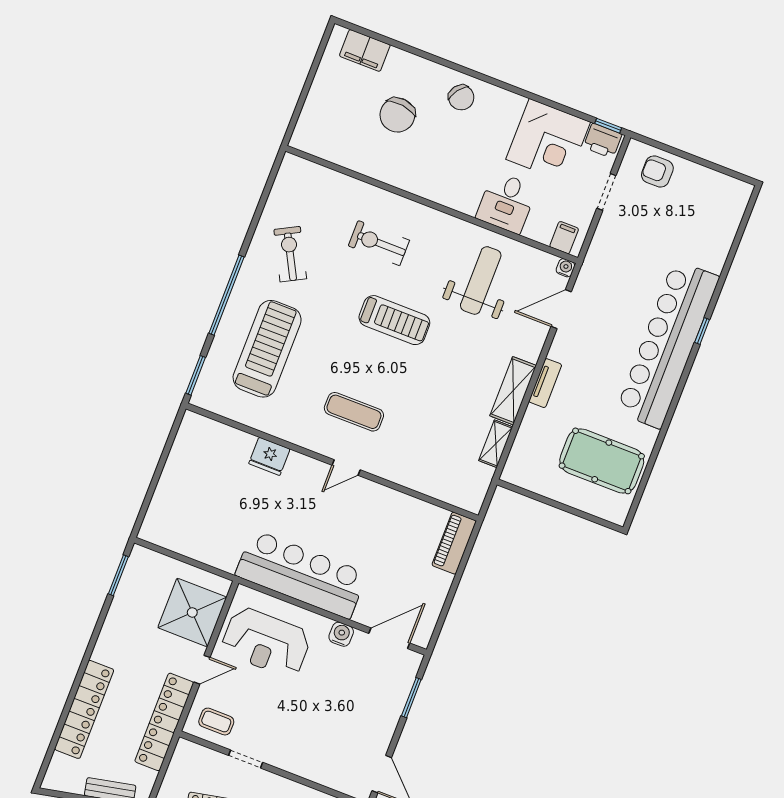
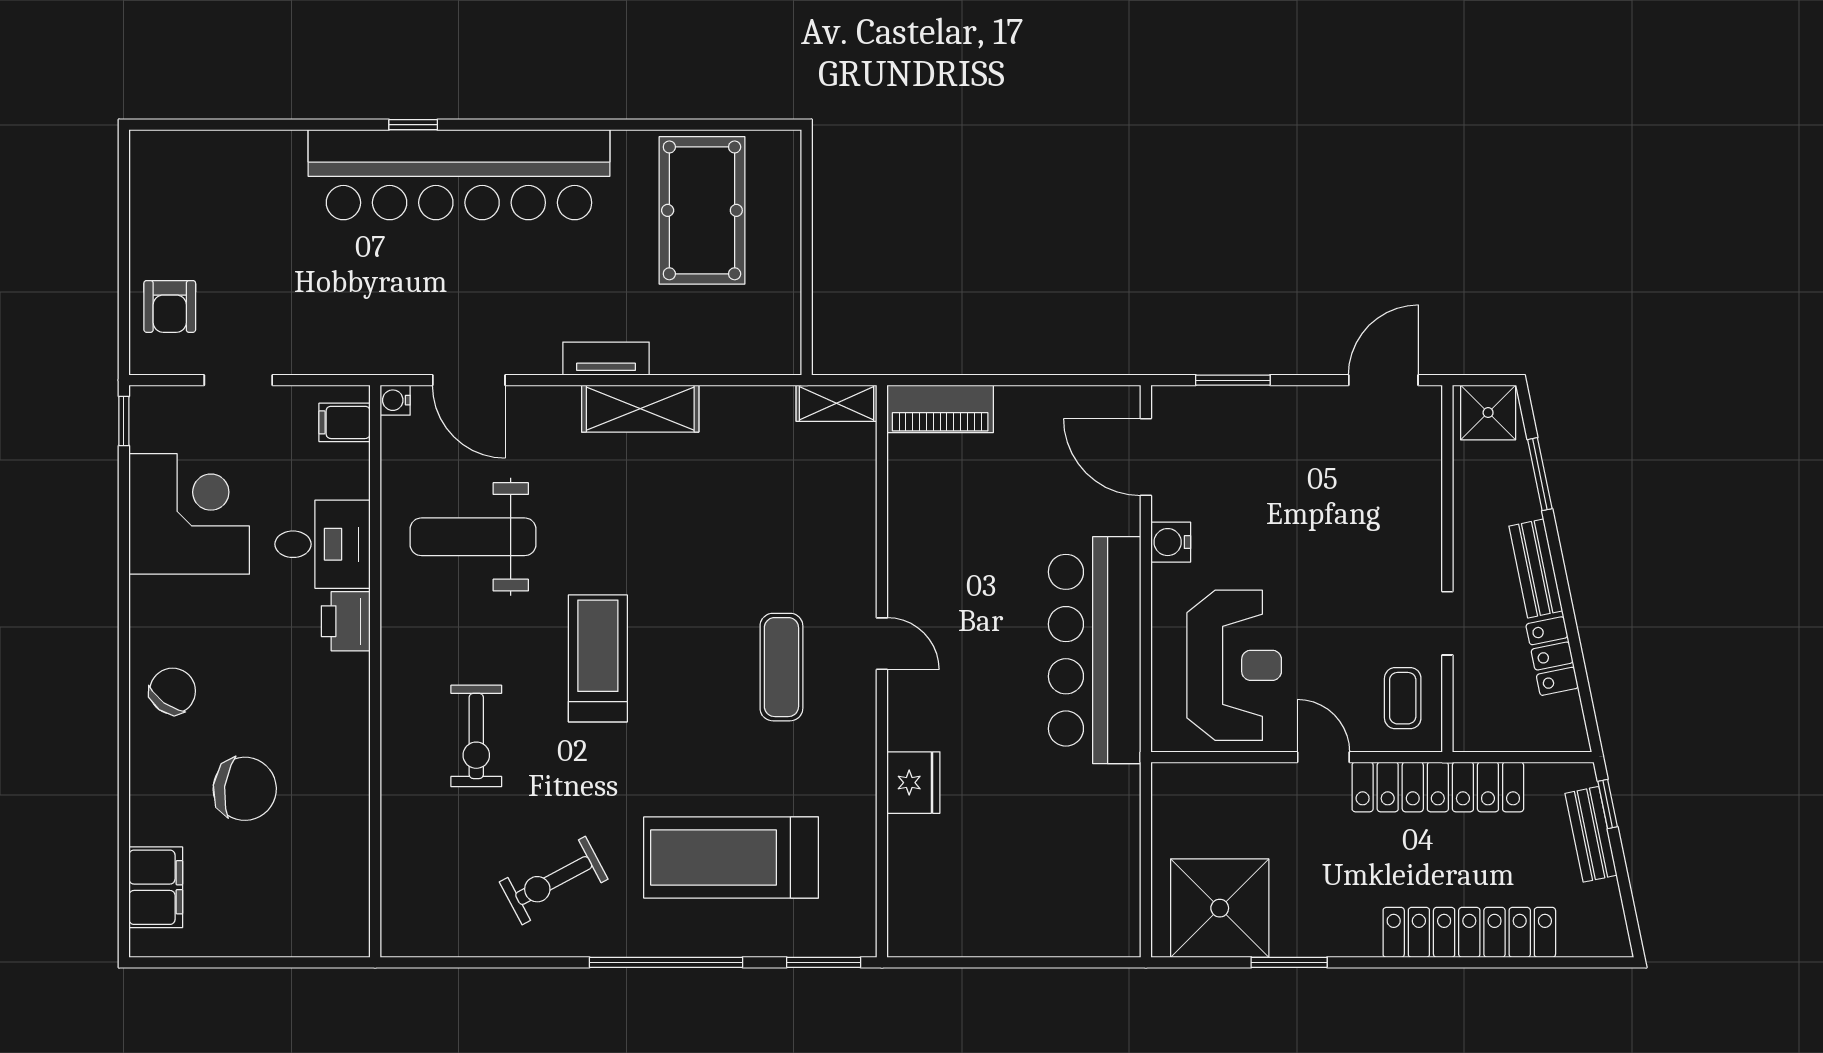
printer: (603, 141) -> (346, 621), moved, turned 180
shelving: (496, 444) -> (837, 403), moved
window: (118, 575) -> (1289, 962), moved
shower: (192, 612) -> (1220, 908), moved

